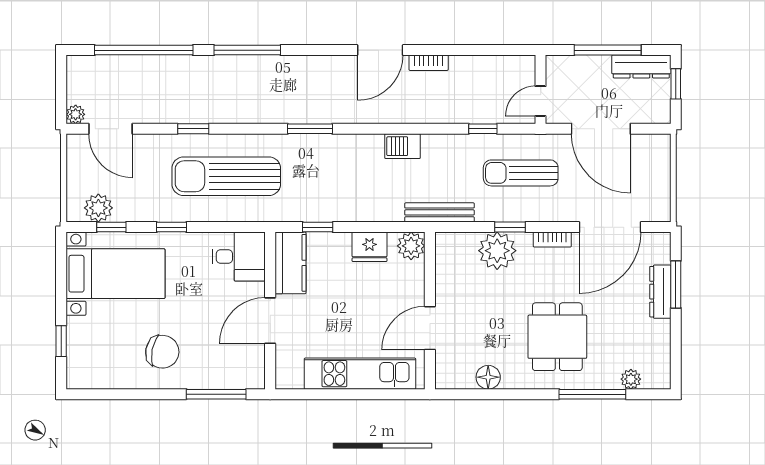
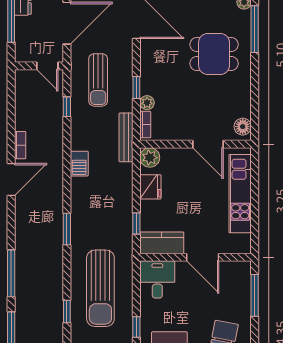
door: (380, 50) -> (11, 179), hinge flipped
bookcase: (552, 240) -> (145, 125), moved
plant: (497, 251) -> (147, 103), width x0.53, depth x0.53
floor lamp: (488, 377) -> (243, 127), moved

